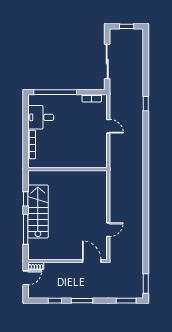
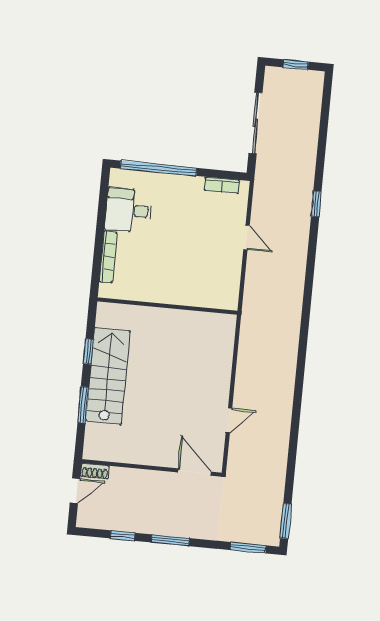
window: (26, 229) -> (83, 405), width x0.69

